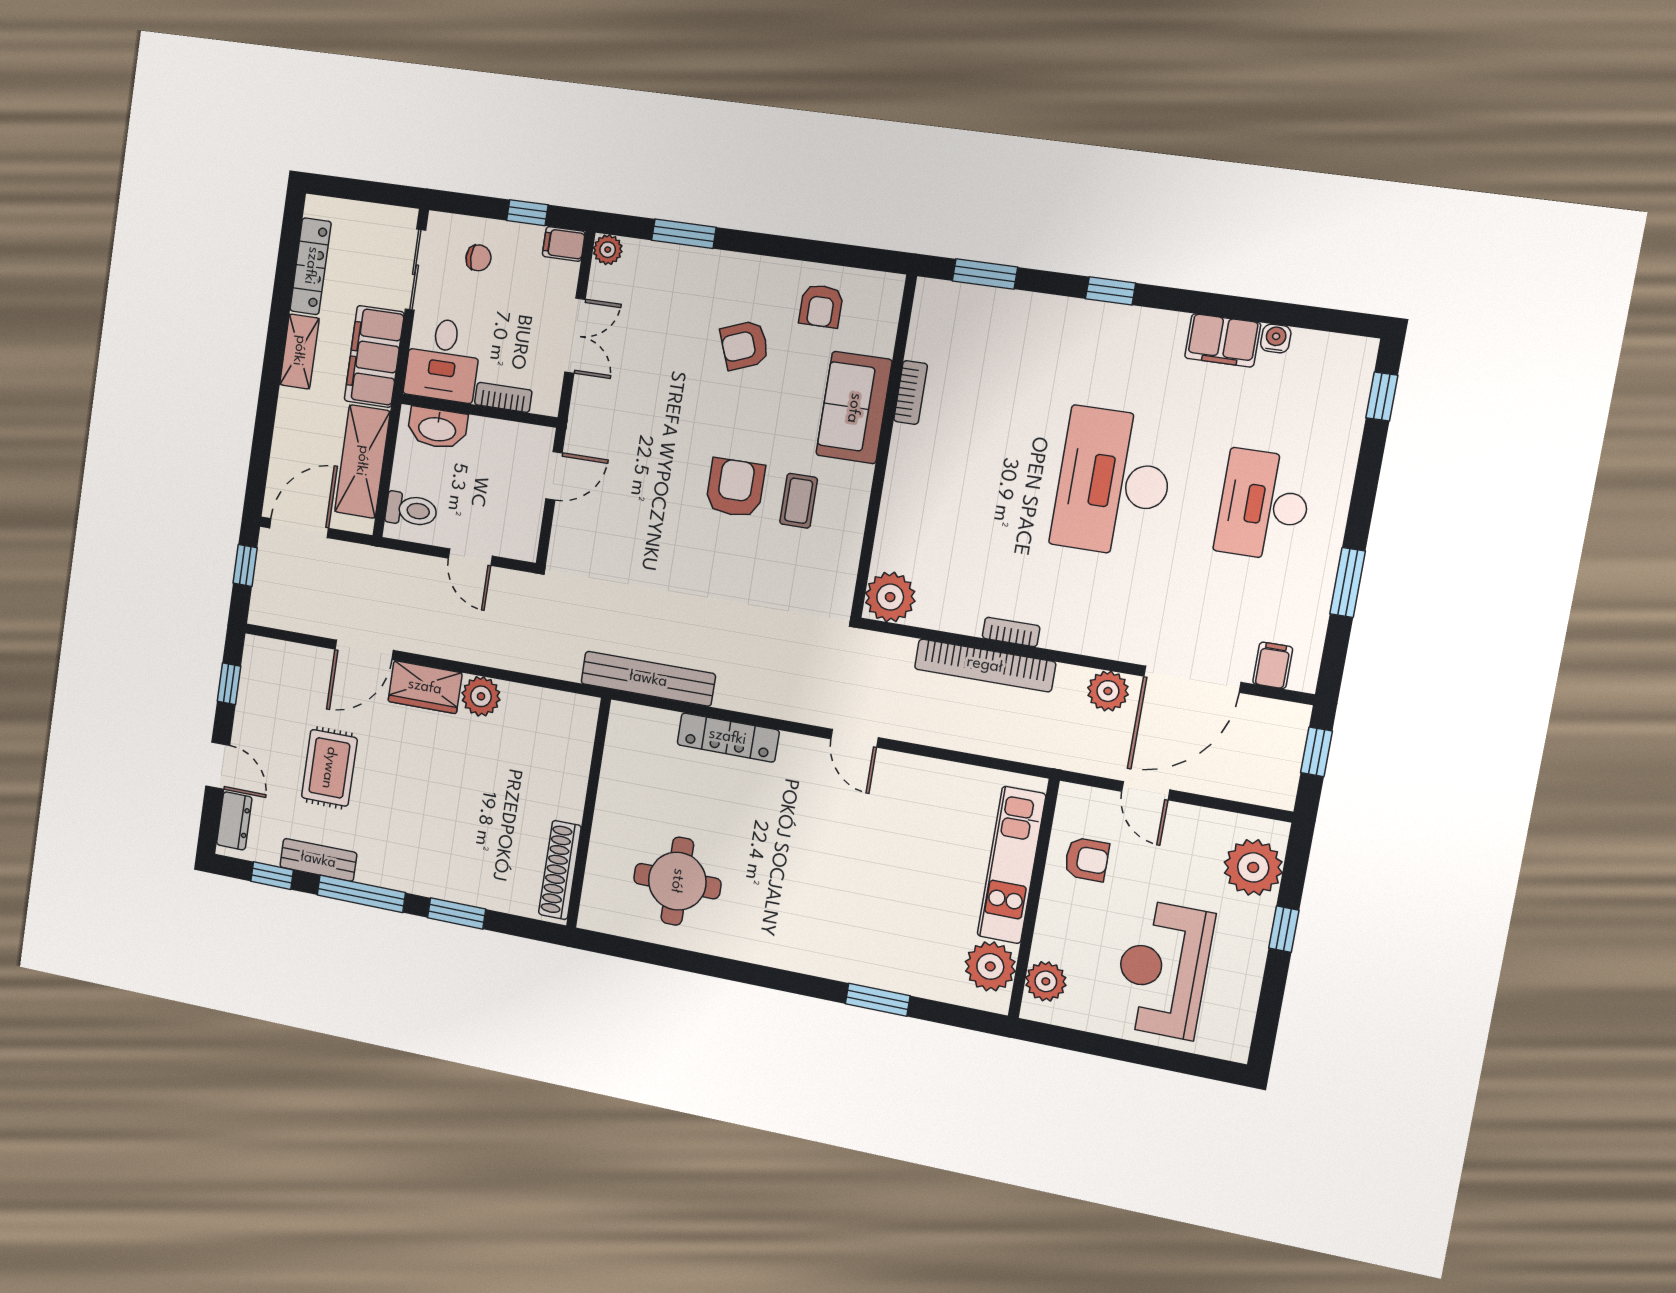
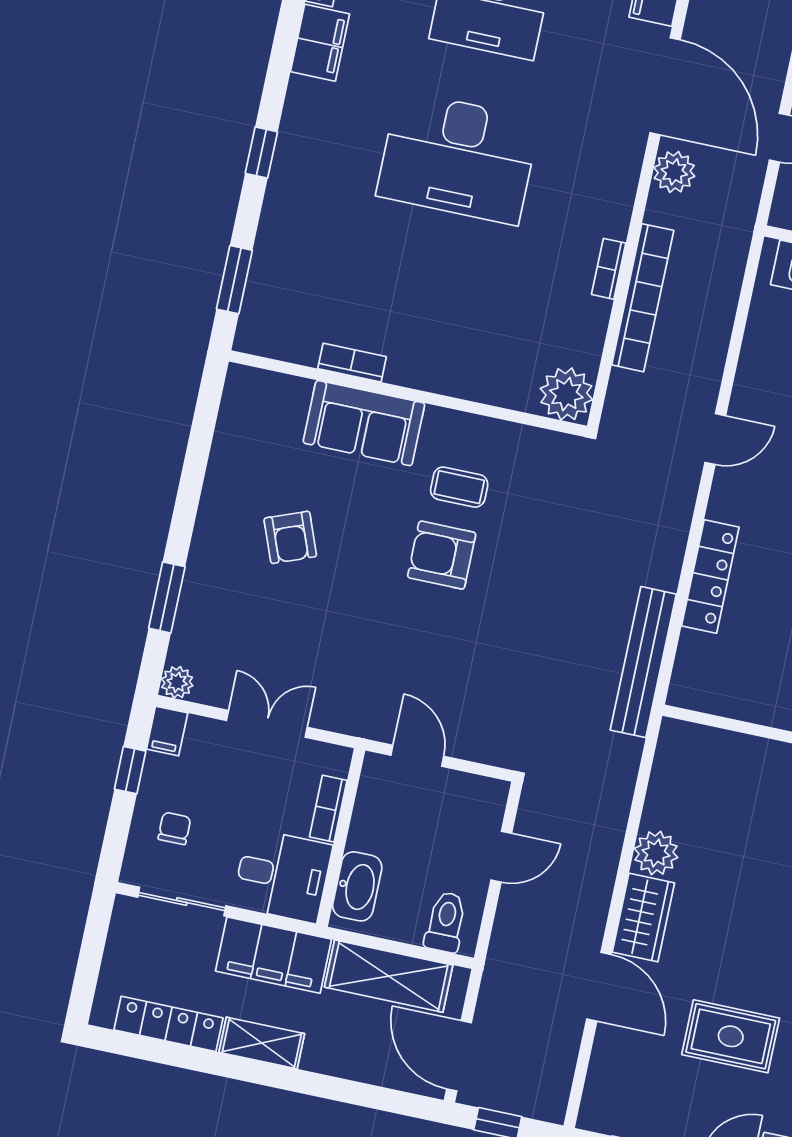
armchair: (821, 306) -> (255, 453), removed

